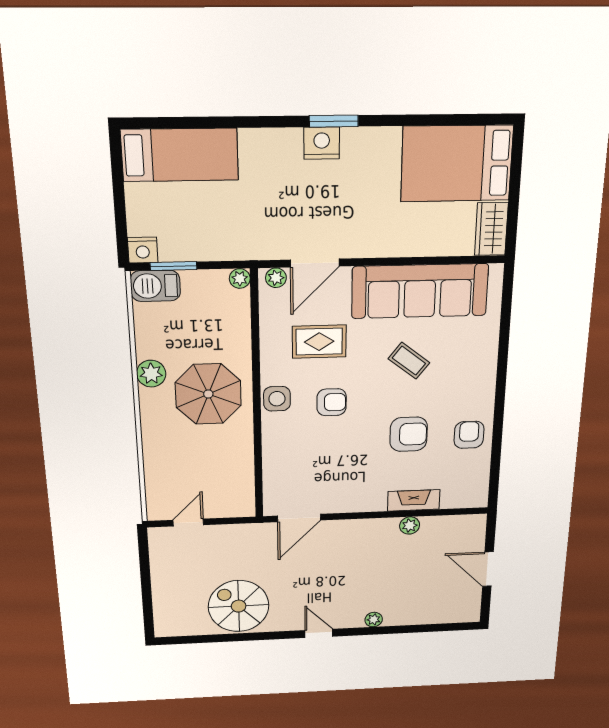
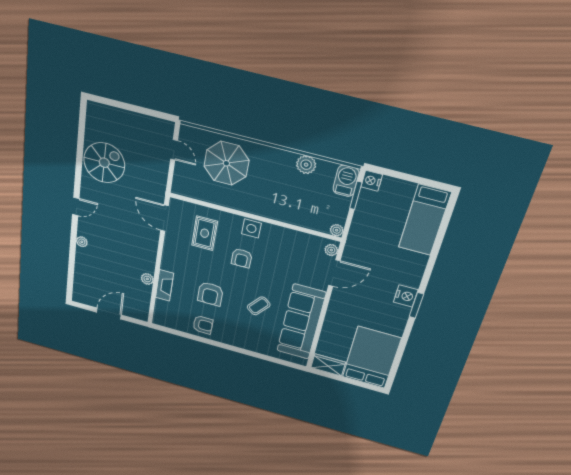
door: (315, 263) -> (334, 273), swing flipped
rug: (319, 342) -> (205, 233), moved
plant: (151, 374) -> (306, 165), moved
parasol: (208, 394) -> (226, 163), moved

